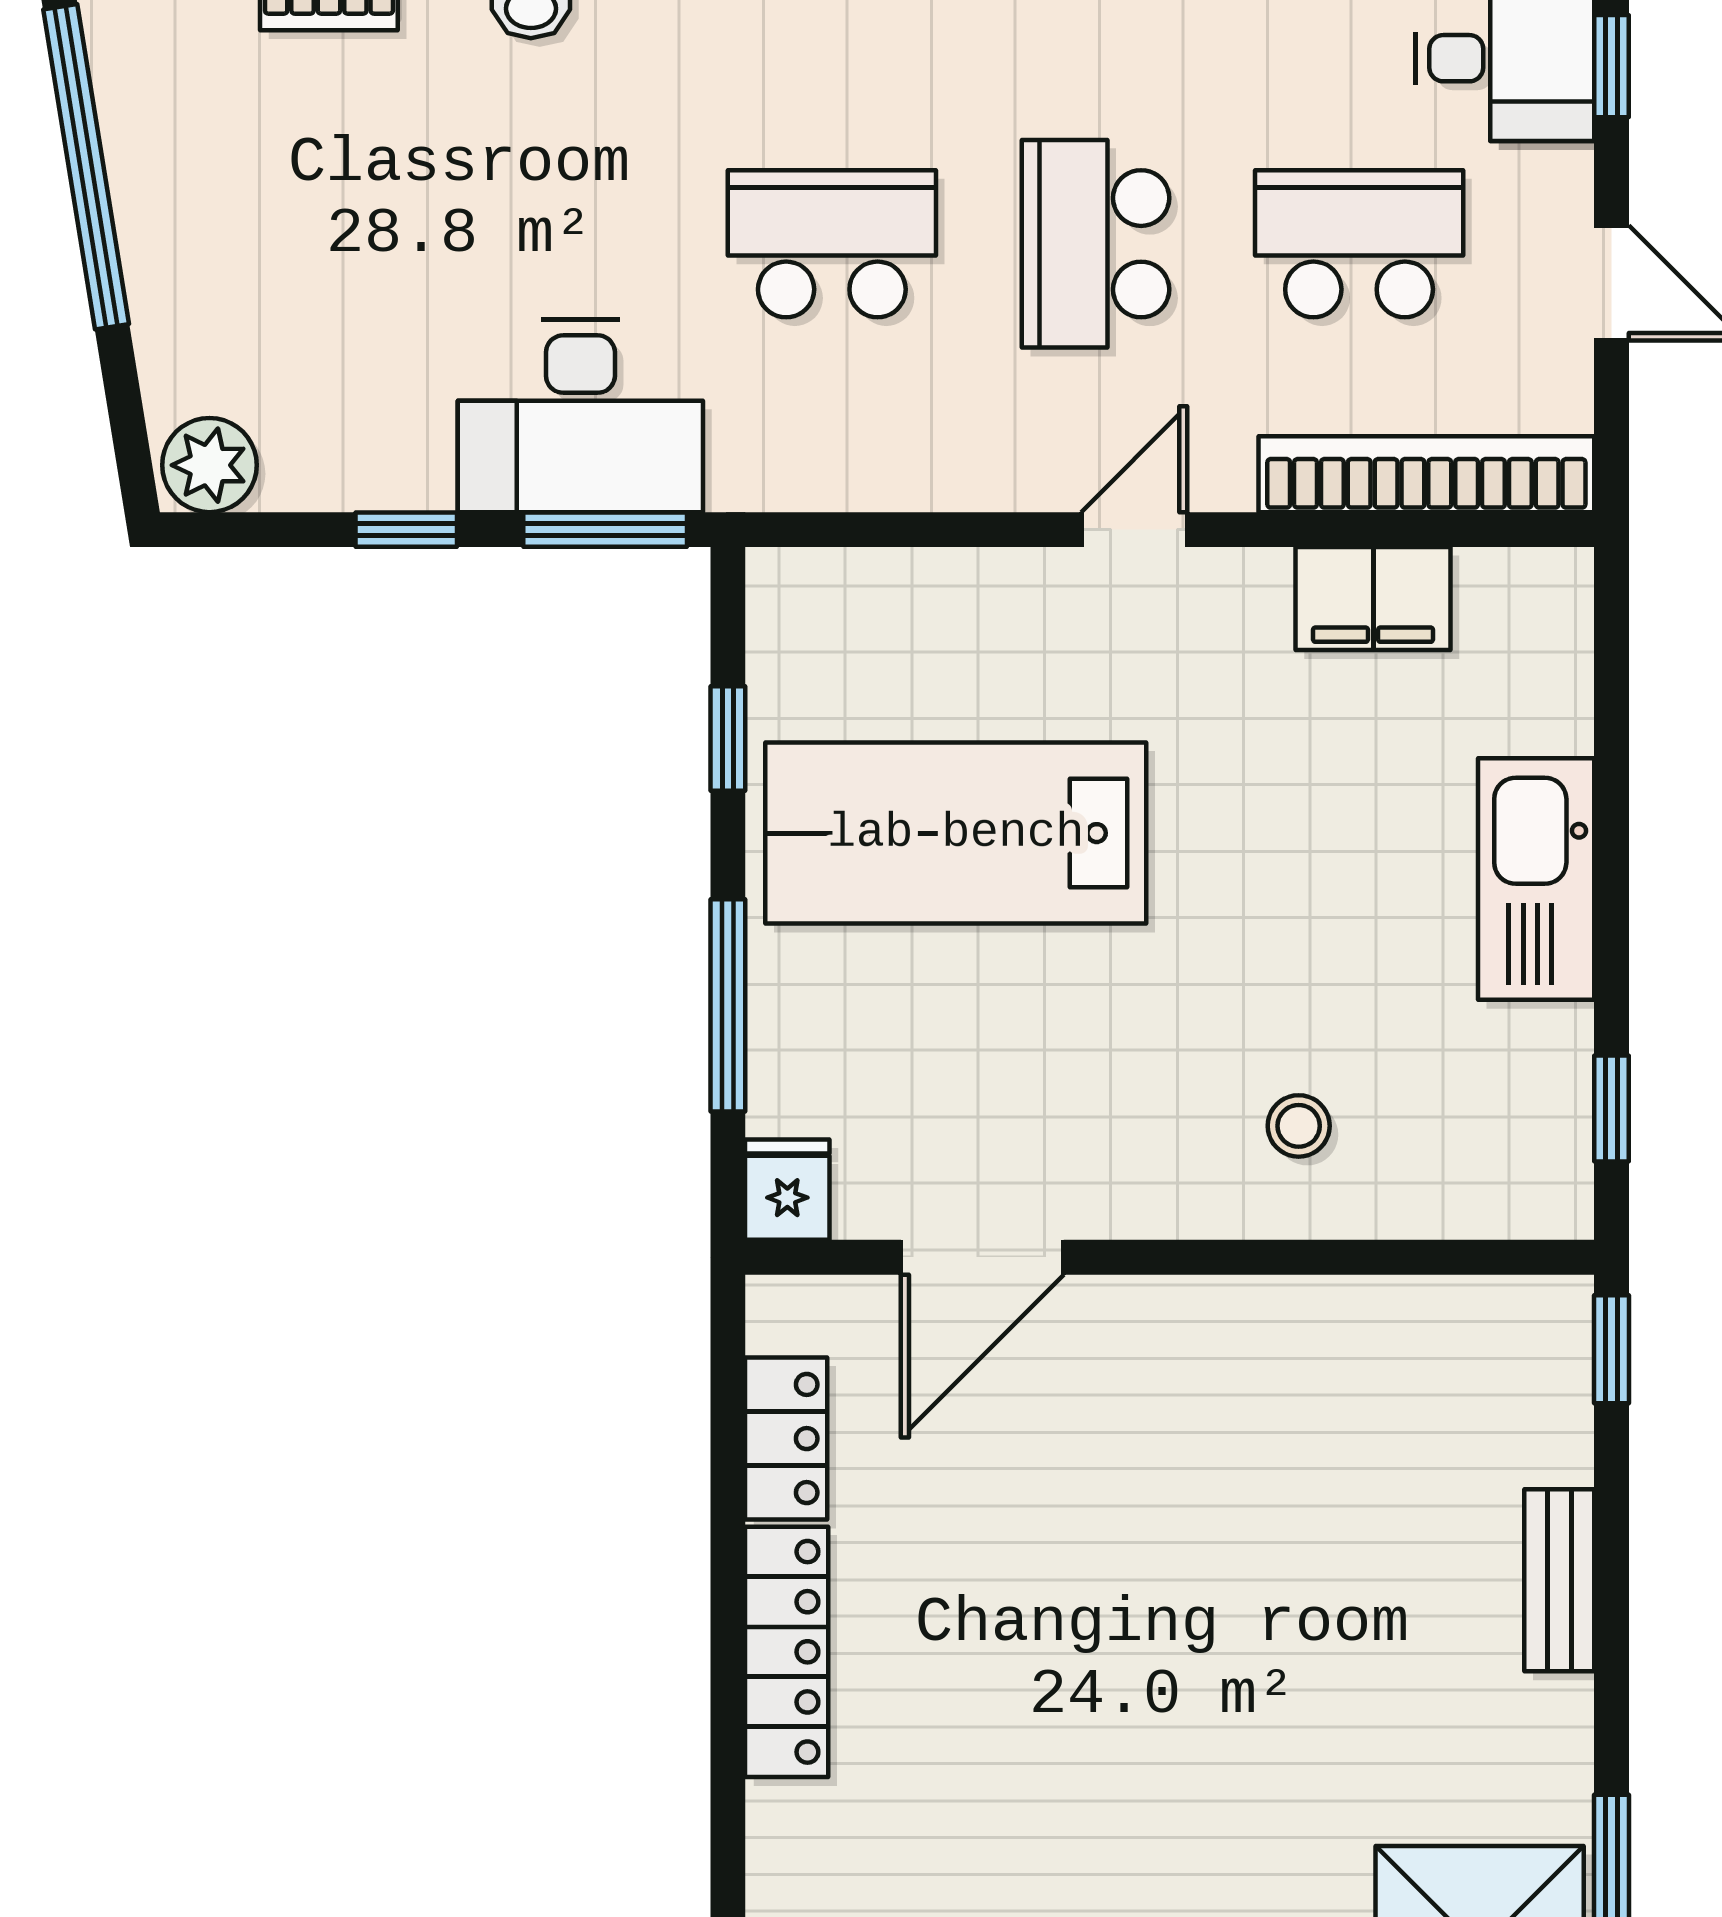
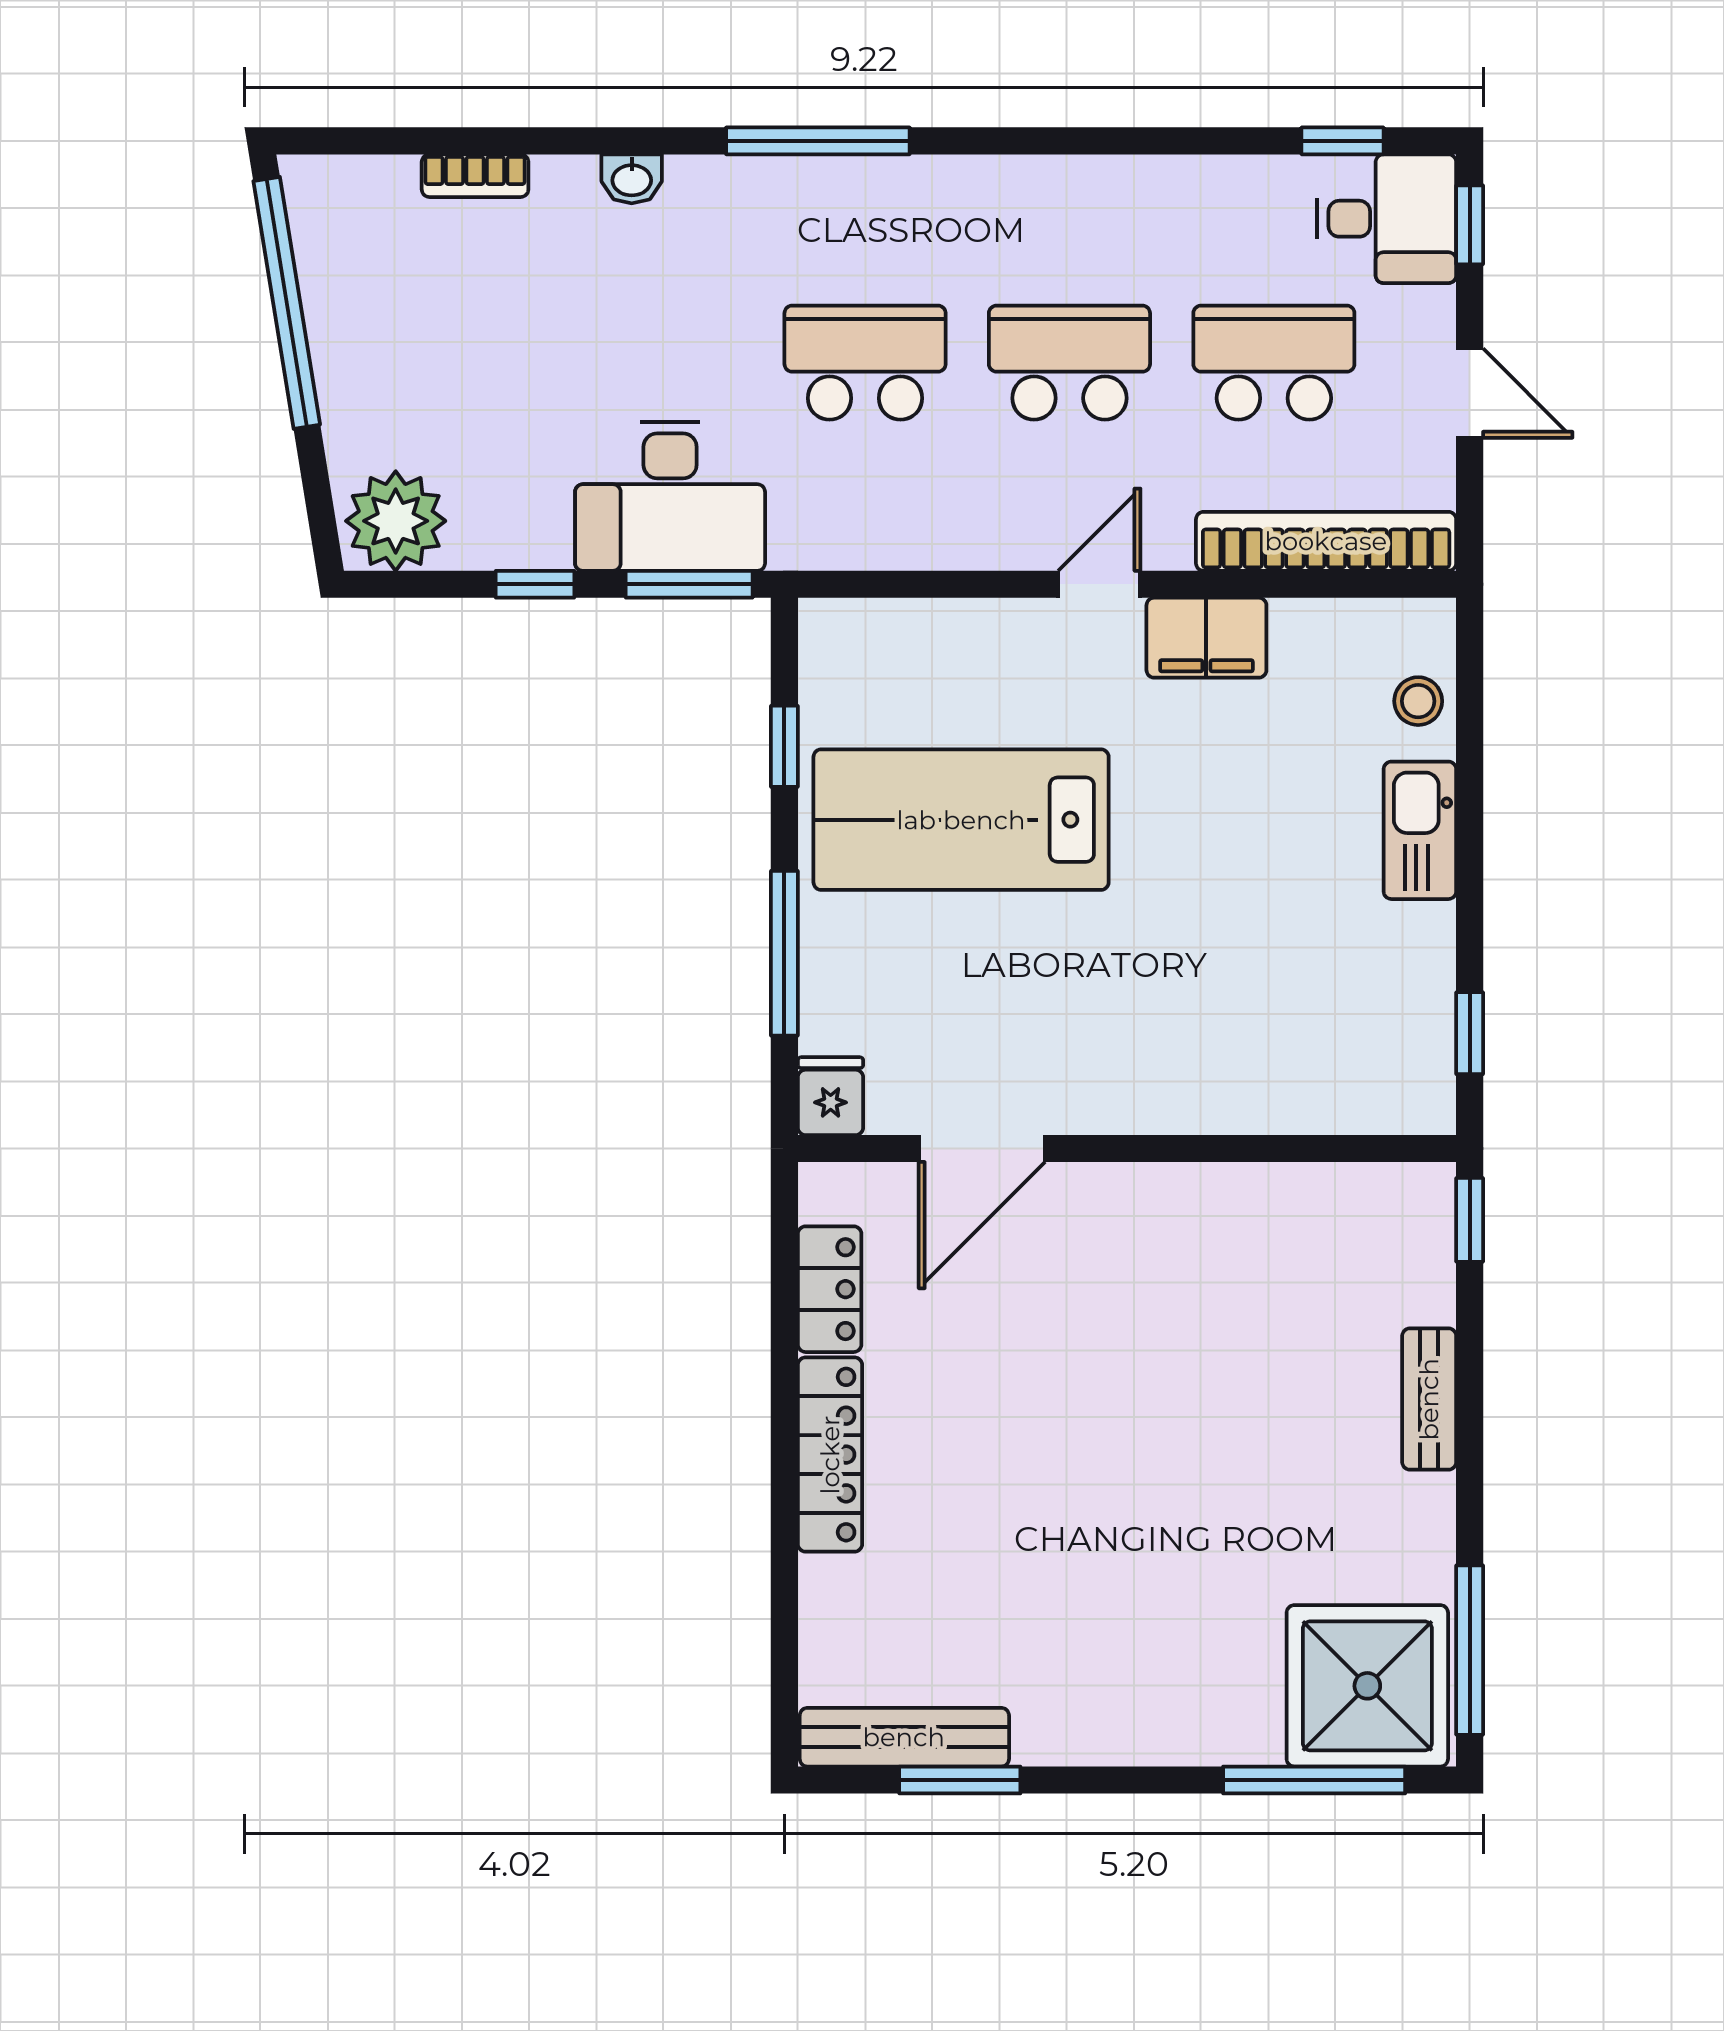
school desk: (1095, 244) -> (1069, 363), turned 90
plant: (209, 465) -> (396, 521), width x1.36, depth x1.36
filing cabinet: (1373, 599) -> (1206, 638), moved
kitchen sink: (1536, 879) -> (1420, 830), width x0.73, depth x0.81
stool: (1299, 1126) -> (1418, 701), moved

